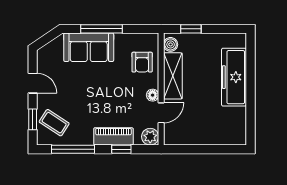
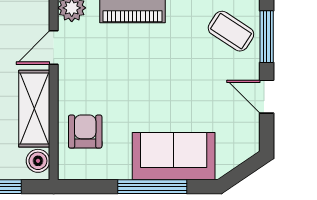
floor lamp: (153, 95) -> (68, 77), removed
window: (33, 119) -> (267, 37), width x1.50

